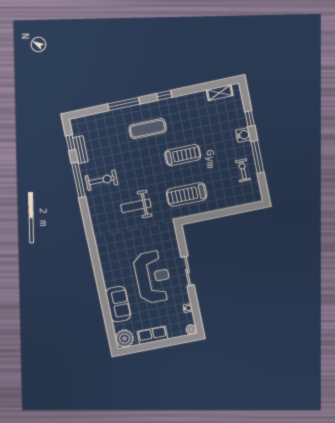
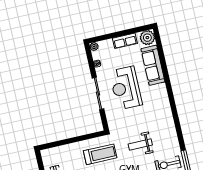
weight bench: (136, 206) -> (140, 144), turned 180
sliding door: (188, 271) -> (98, 93), width x1.37
sofa: (118, 304) -> (153, 65), width x1.36

